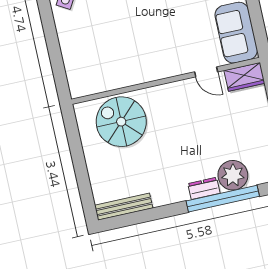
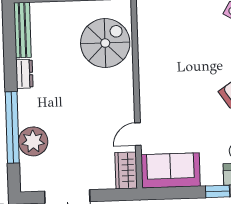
dresser: (204, 188) -> (24, 74), moved

